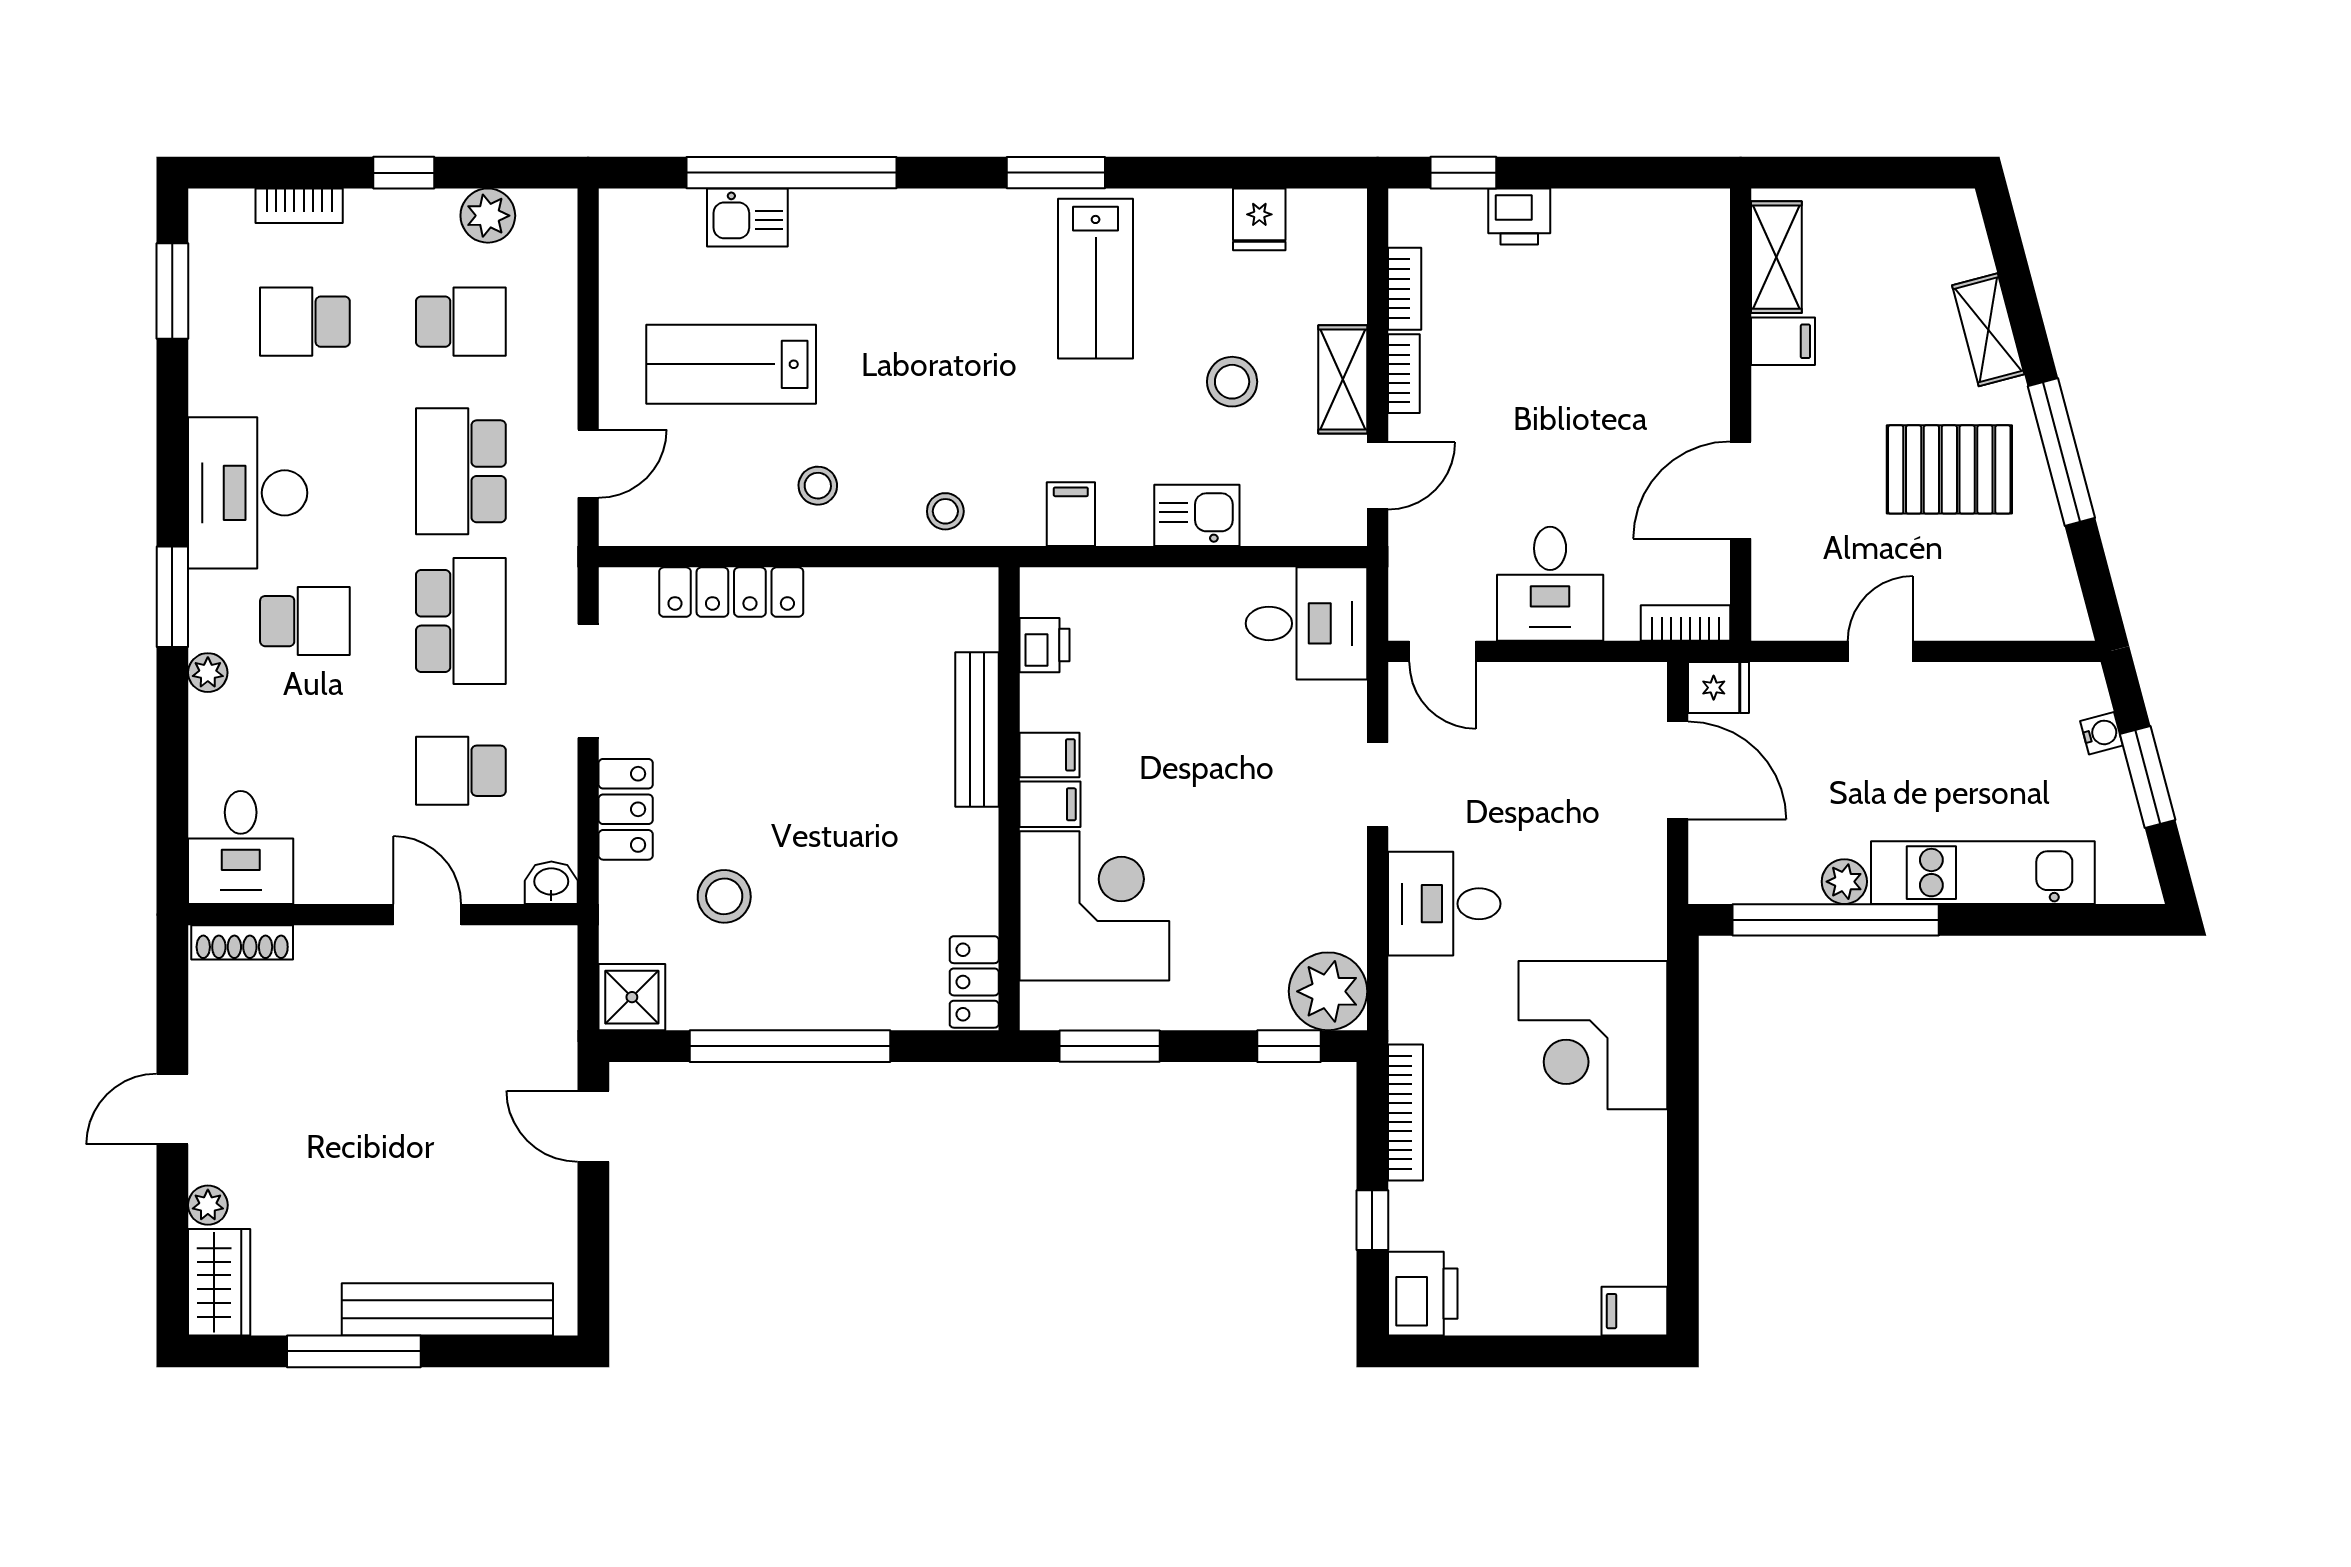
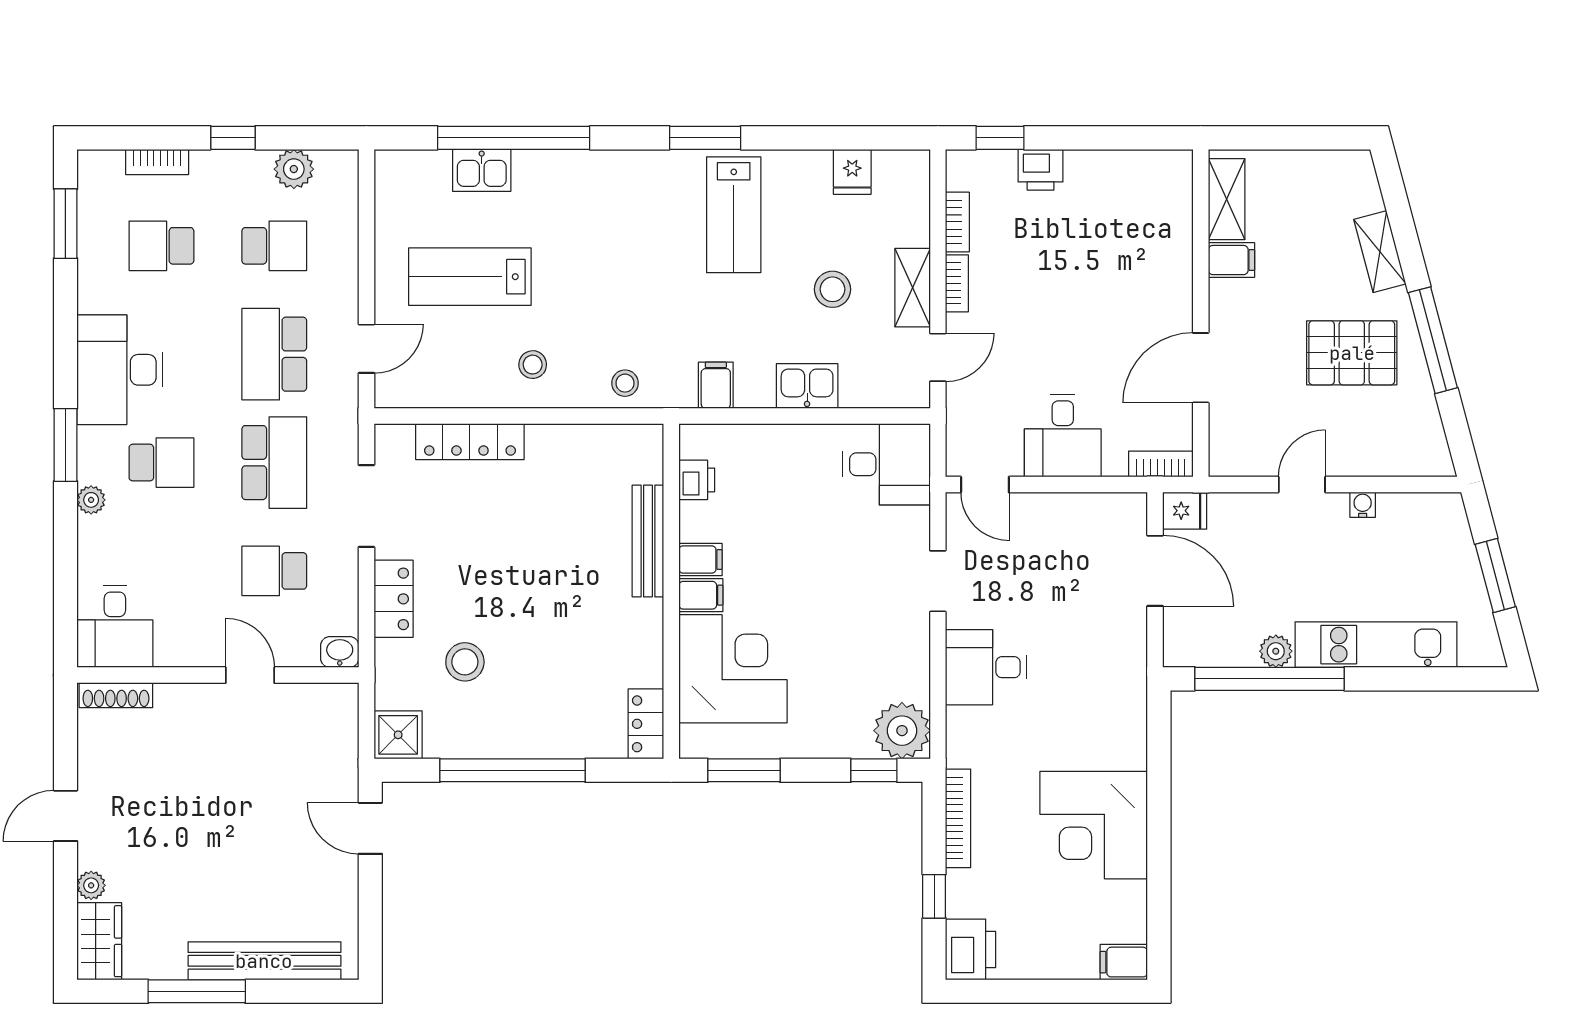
water cooler: (2102, 733) -> (1363, 505), moved, turned -75
corner desk: (1593, 1035) -> (1094, 825), moved

